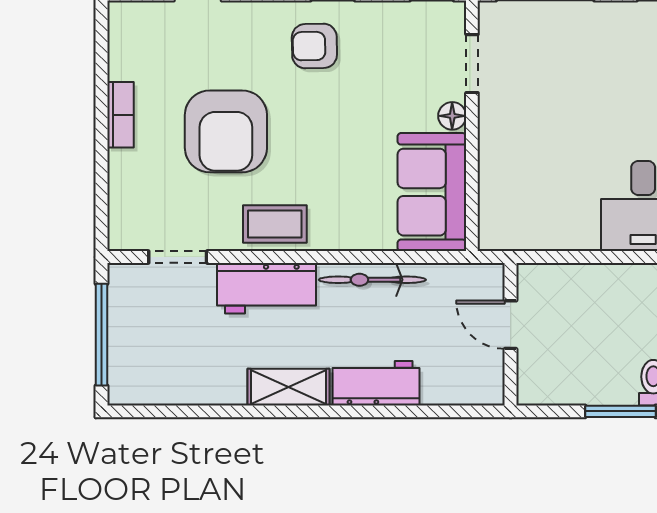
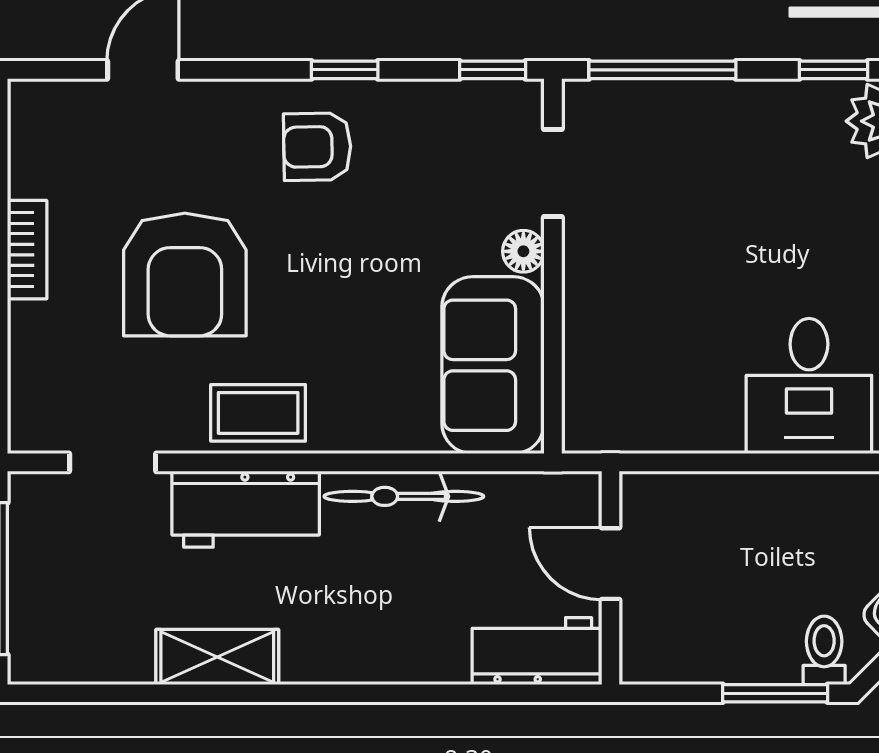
workbench: (376, 383) -> (537, 651), moved
shelving: (288, 387) -> (217, 657), moved

